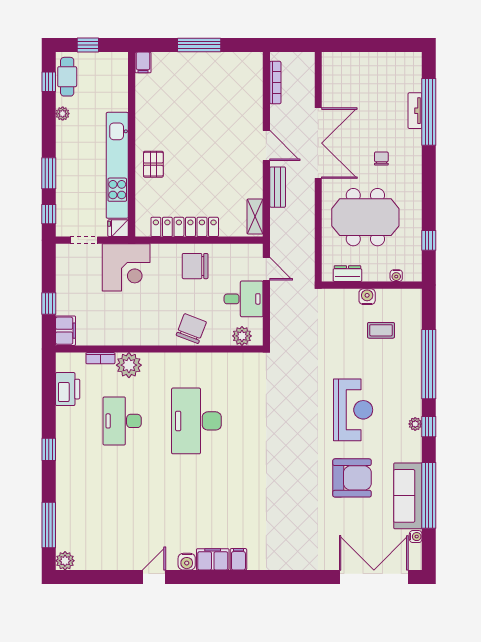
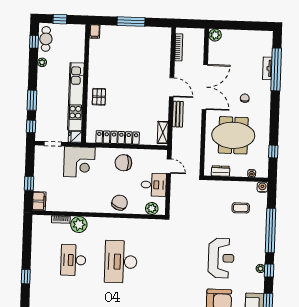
plant: (332, 61) -> (215, 35), added
water cooler: (367, 297) -> (262, 187), moved
printer: (68, 389) -> (39, 238), removed

